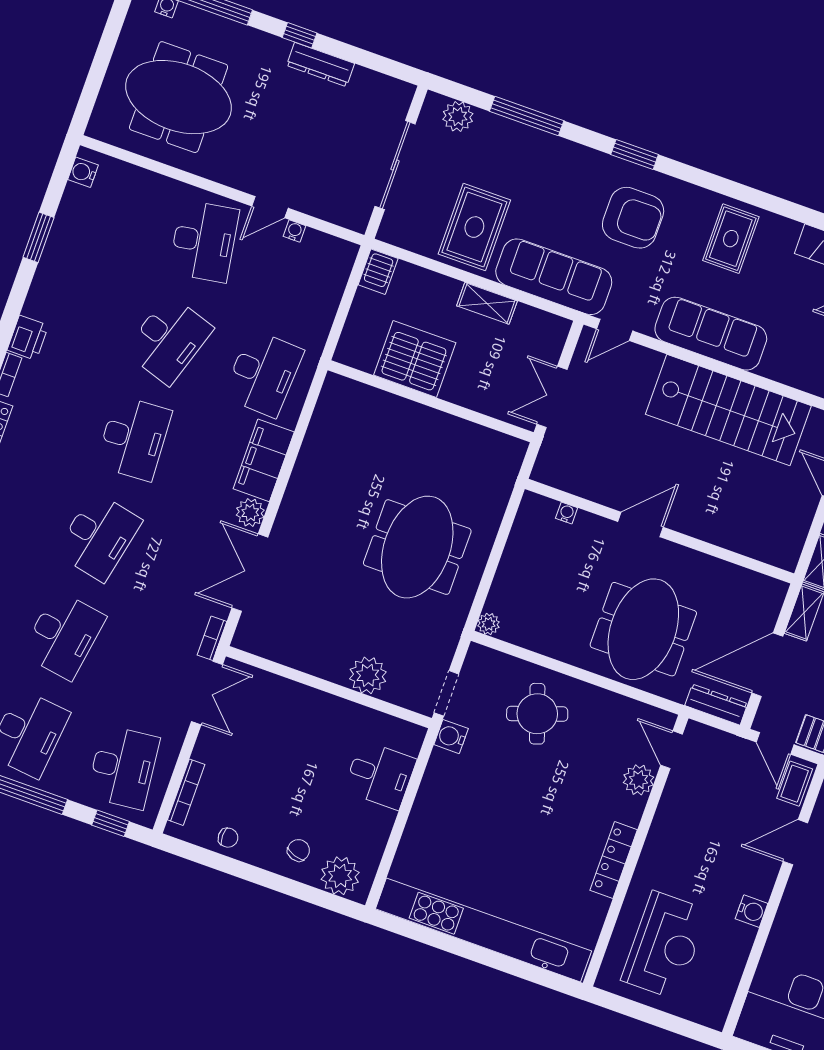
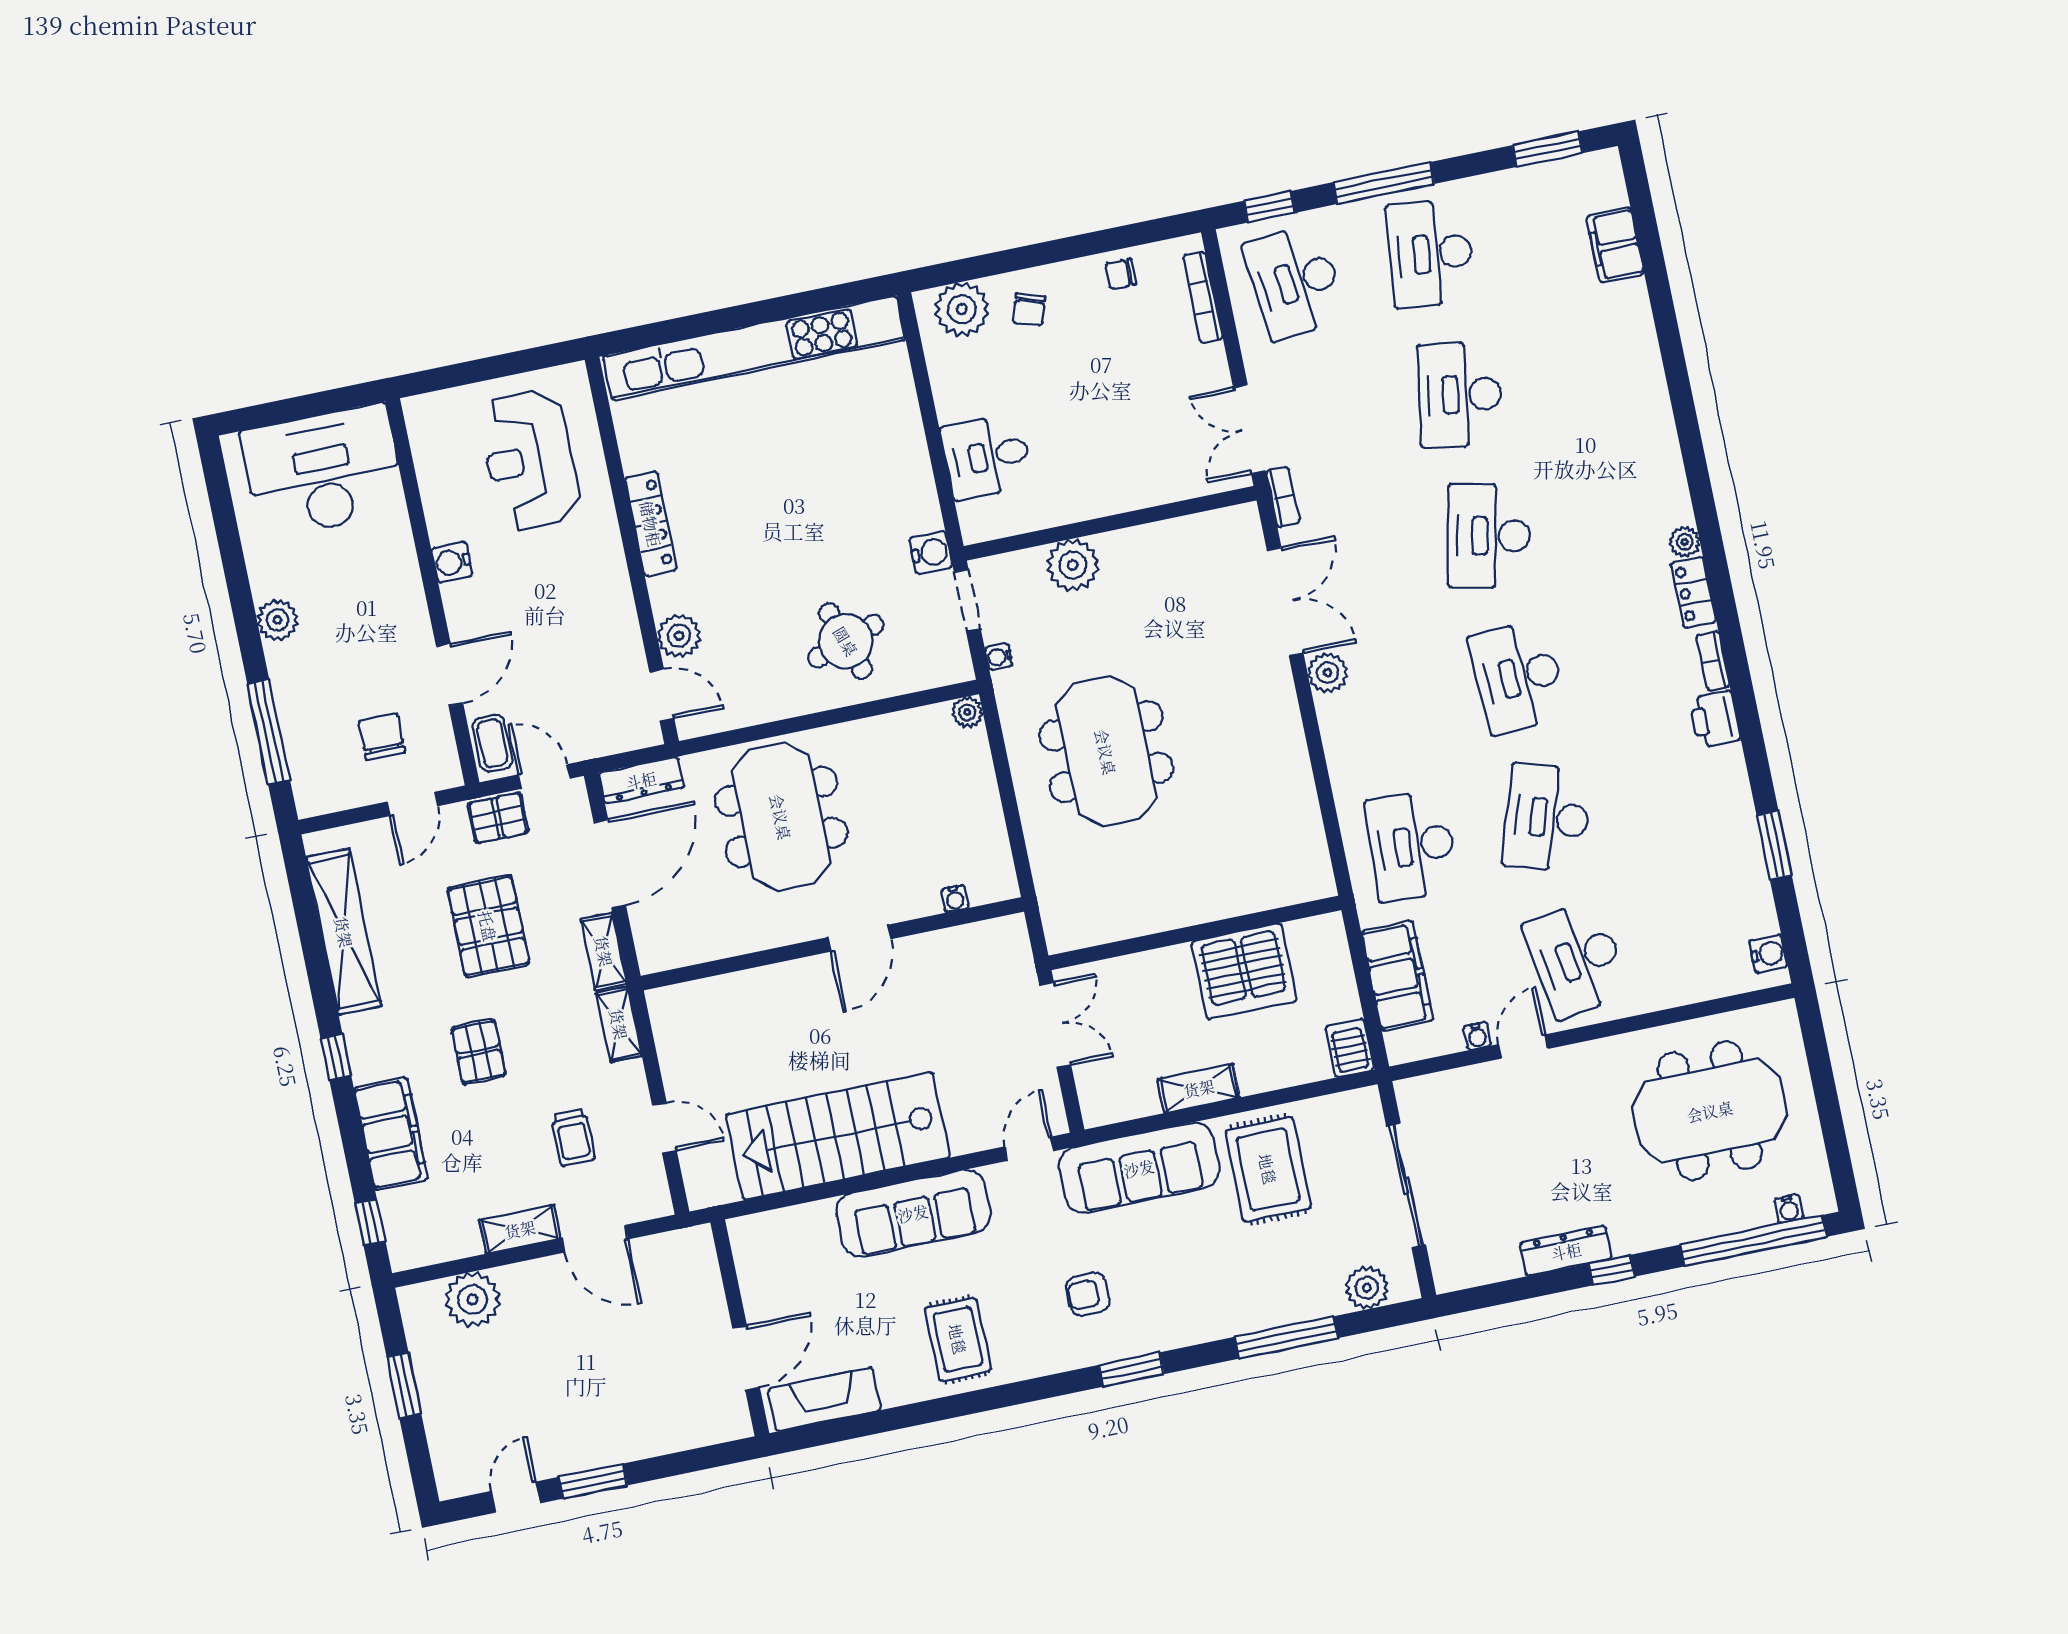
armchair: (633, 218) -> (1088, 1294), width x0.53, depth x0.53
filing cabinet: (264, 460) -> (1397, 976), moved
water cooler: (448, 646) -> (999, 657), added

